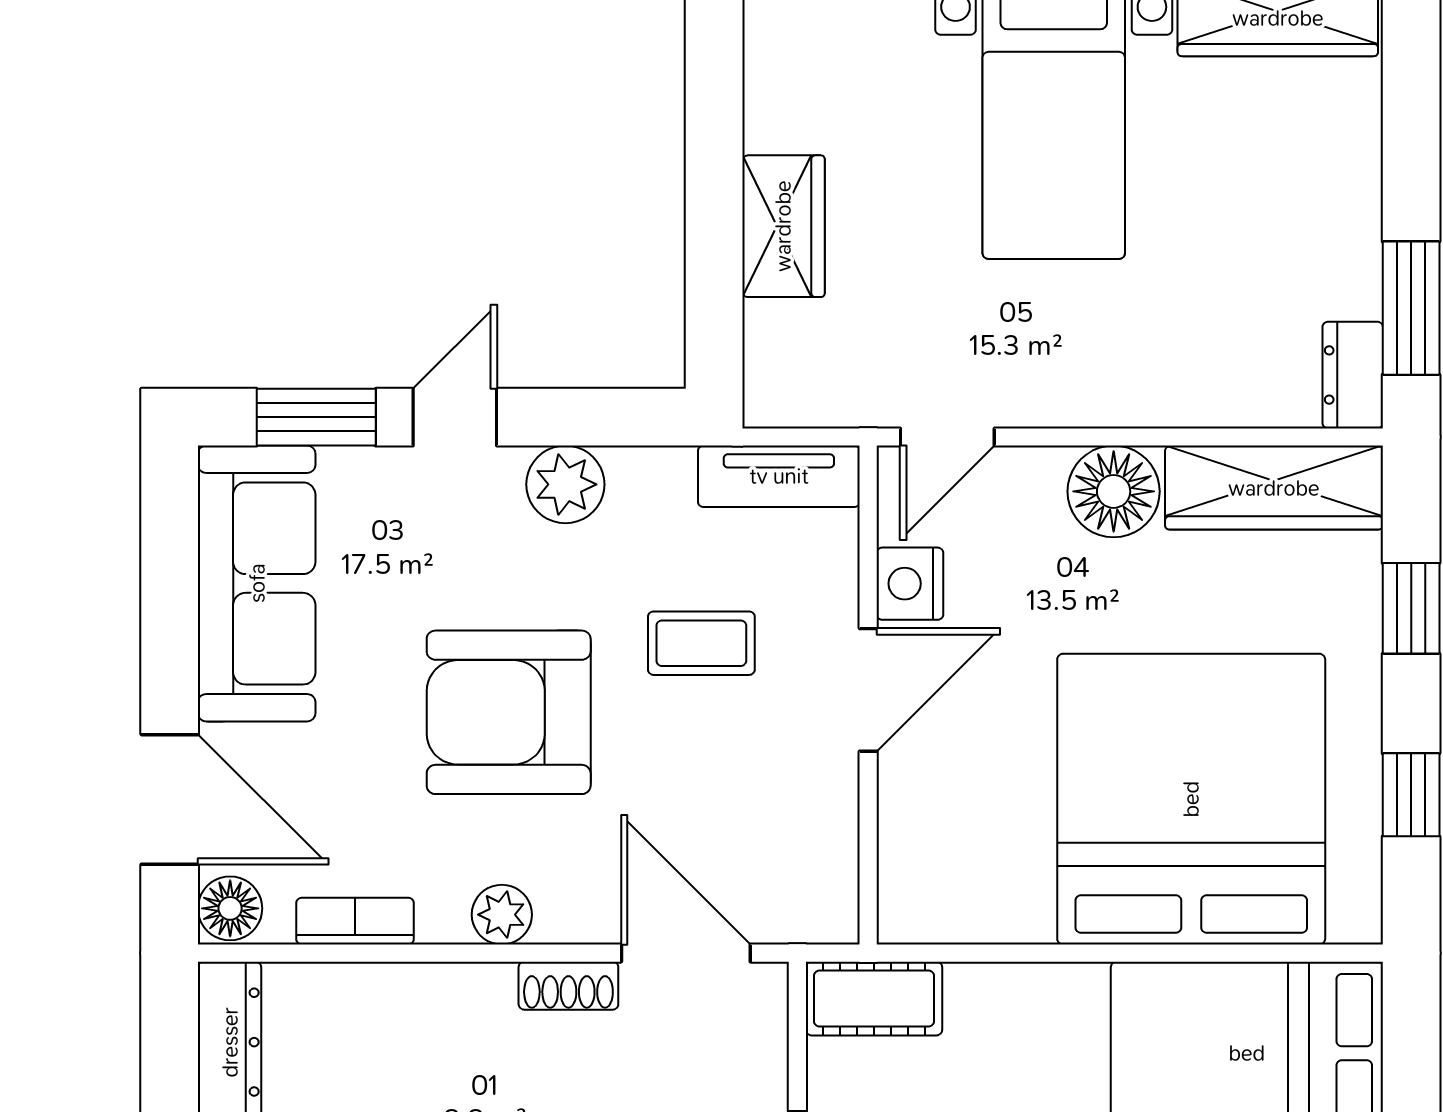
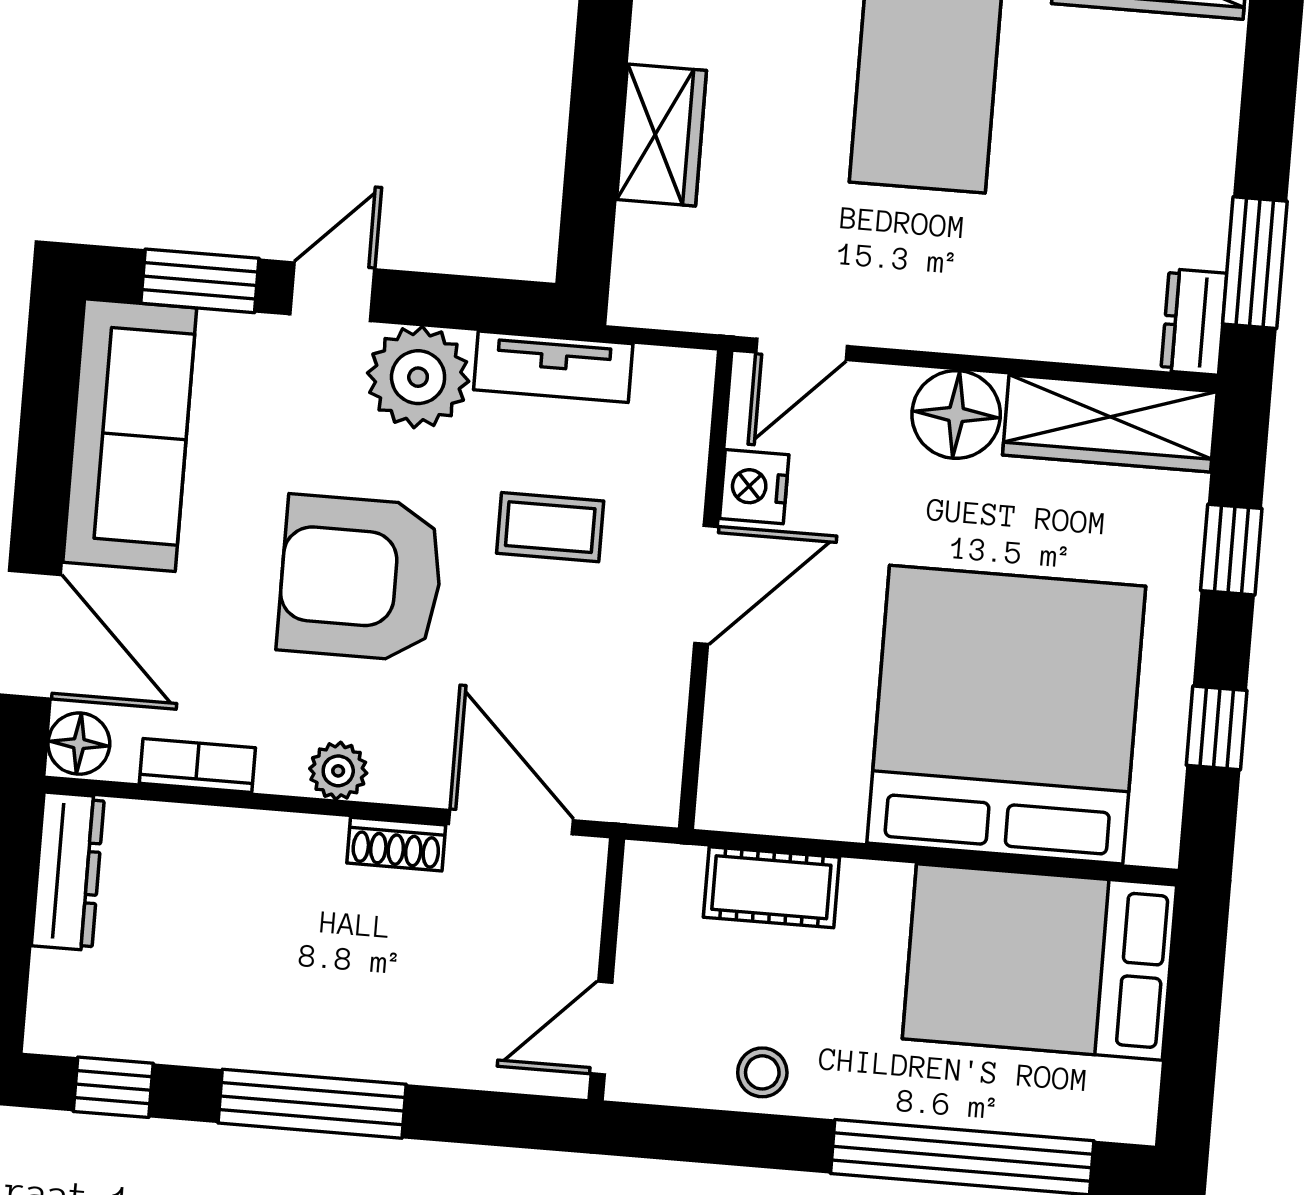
tv unit: (779, 476) -> (553, 367), moved
plant: (565, 484) -> (418, 377), width x1.36, depth x1.36
cot: (874, 999) -> (771, 887), moved

